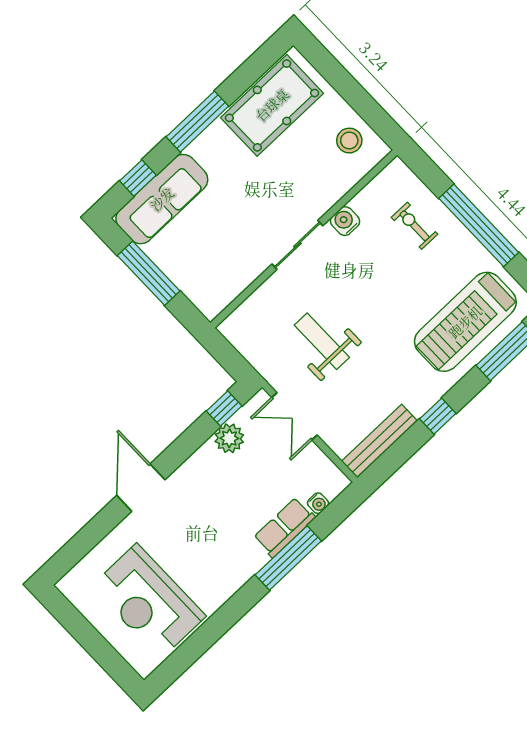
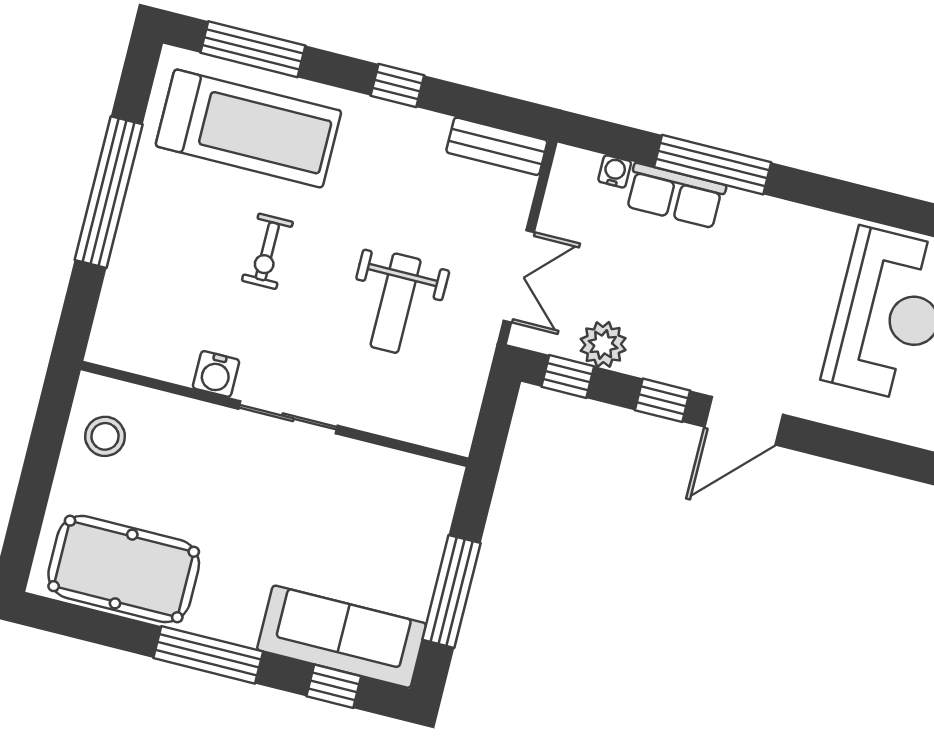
exercise bike: (415, 226) -> (267, 251), moved
bench: (379, 441) -> (497, 146), width x0.73
window: (179, 451) -> (662, 400), added

